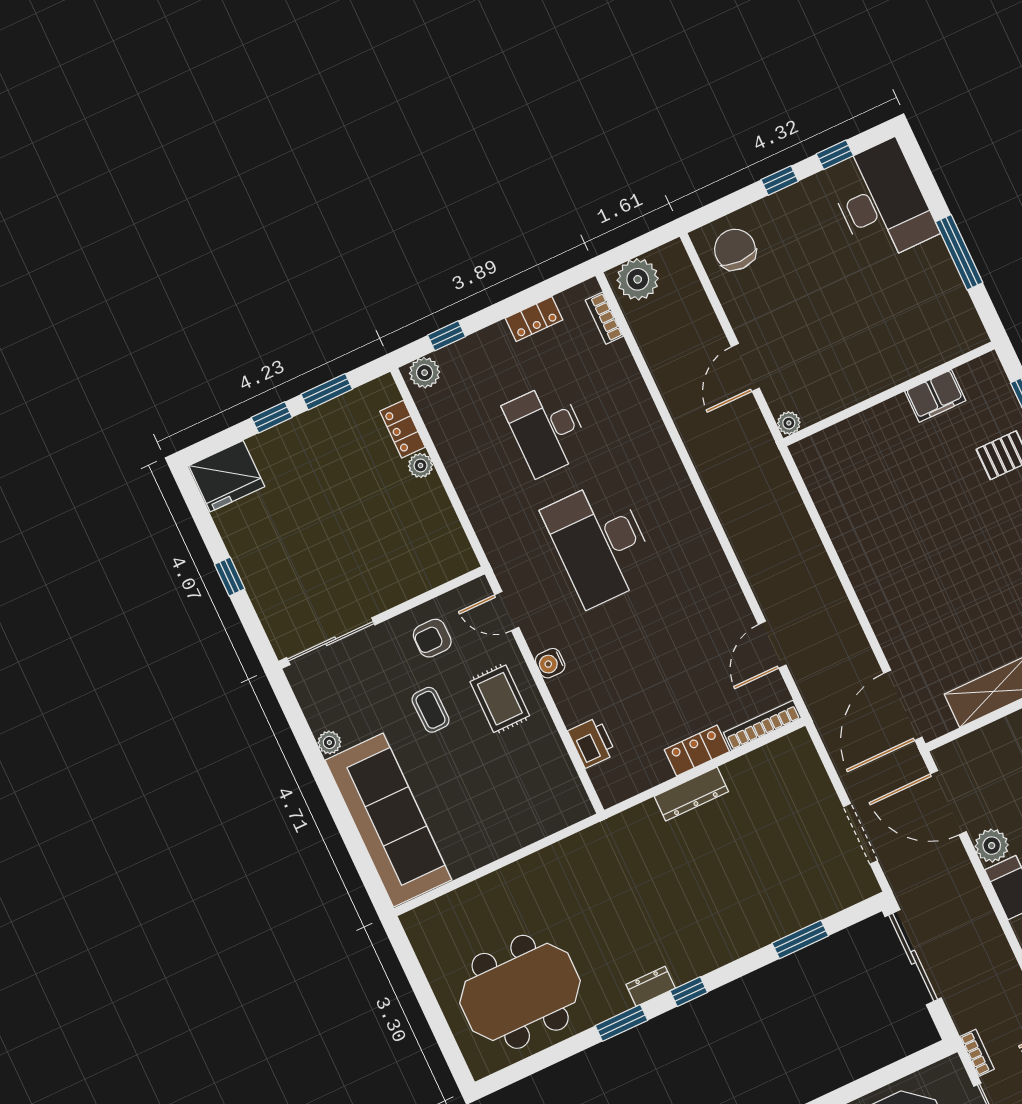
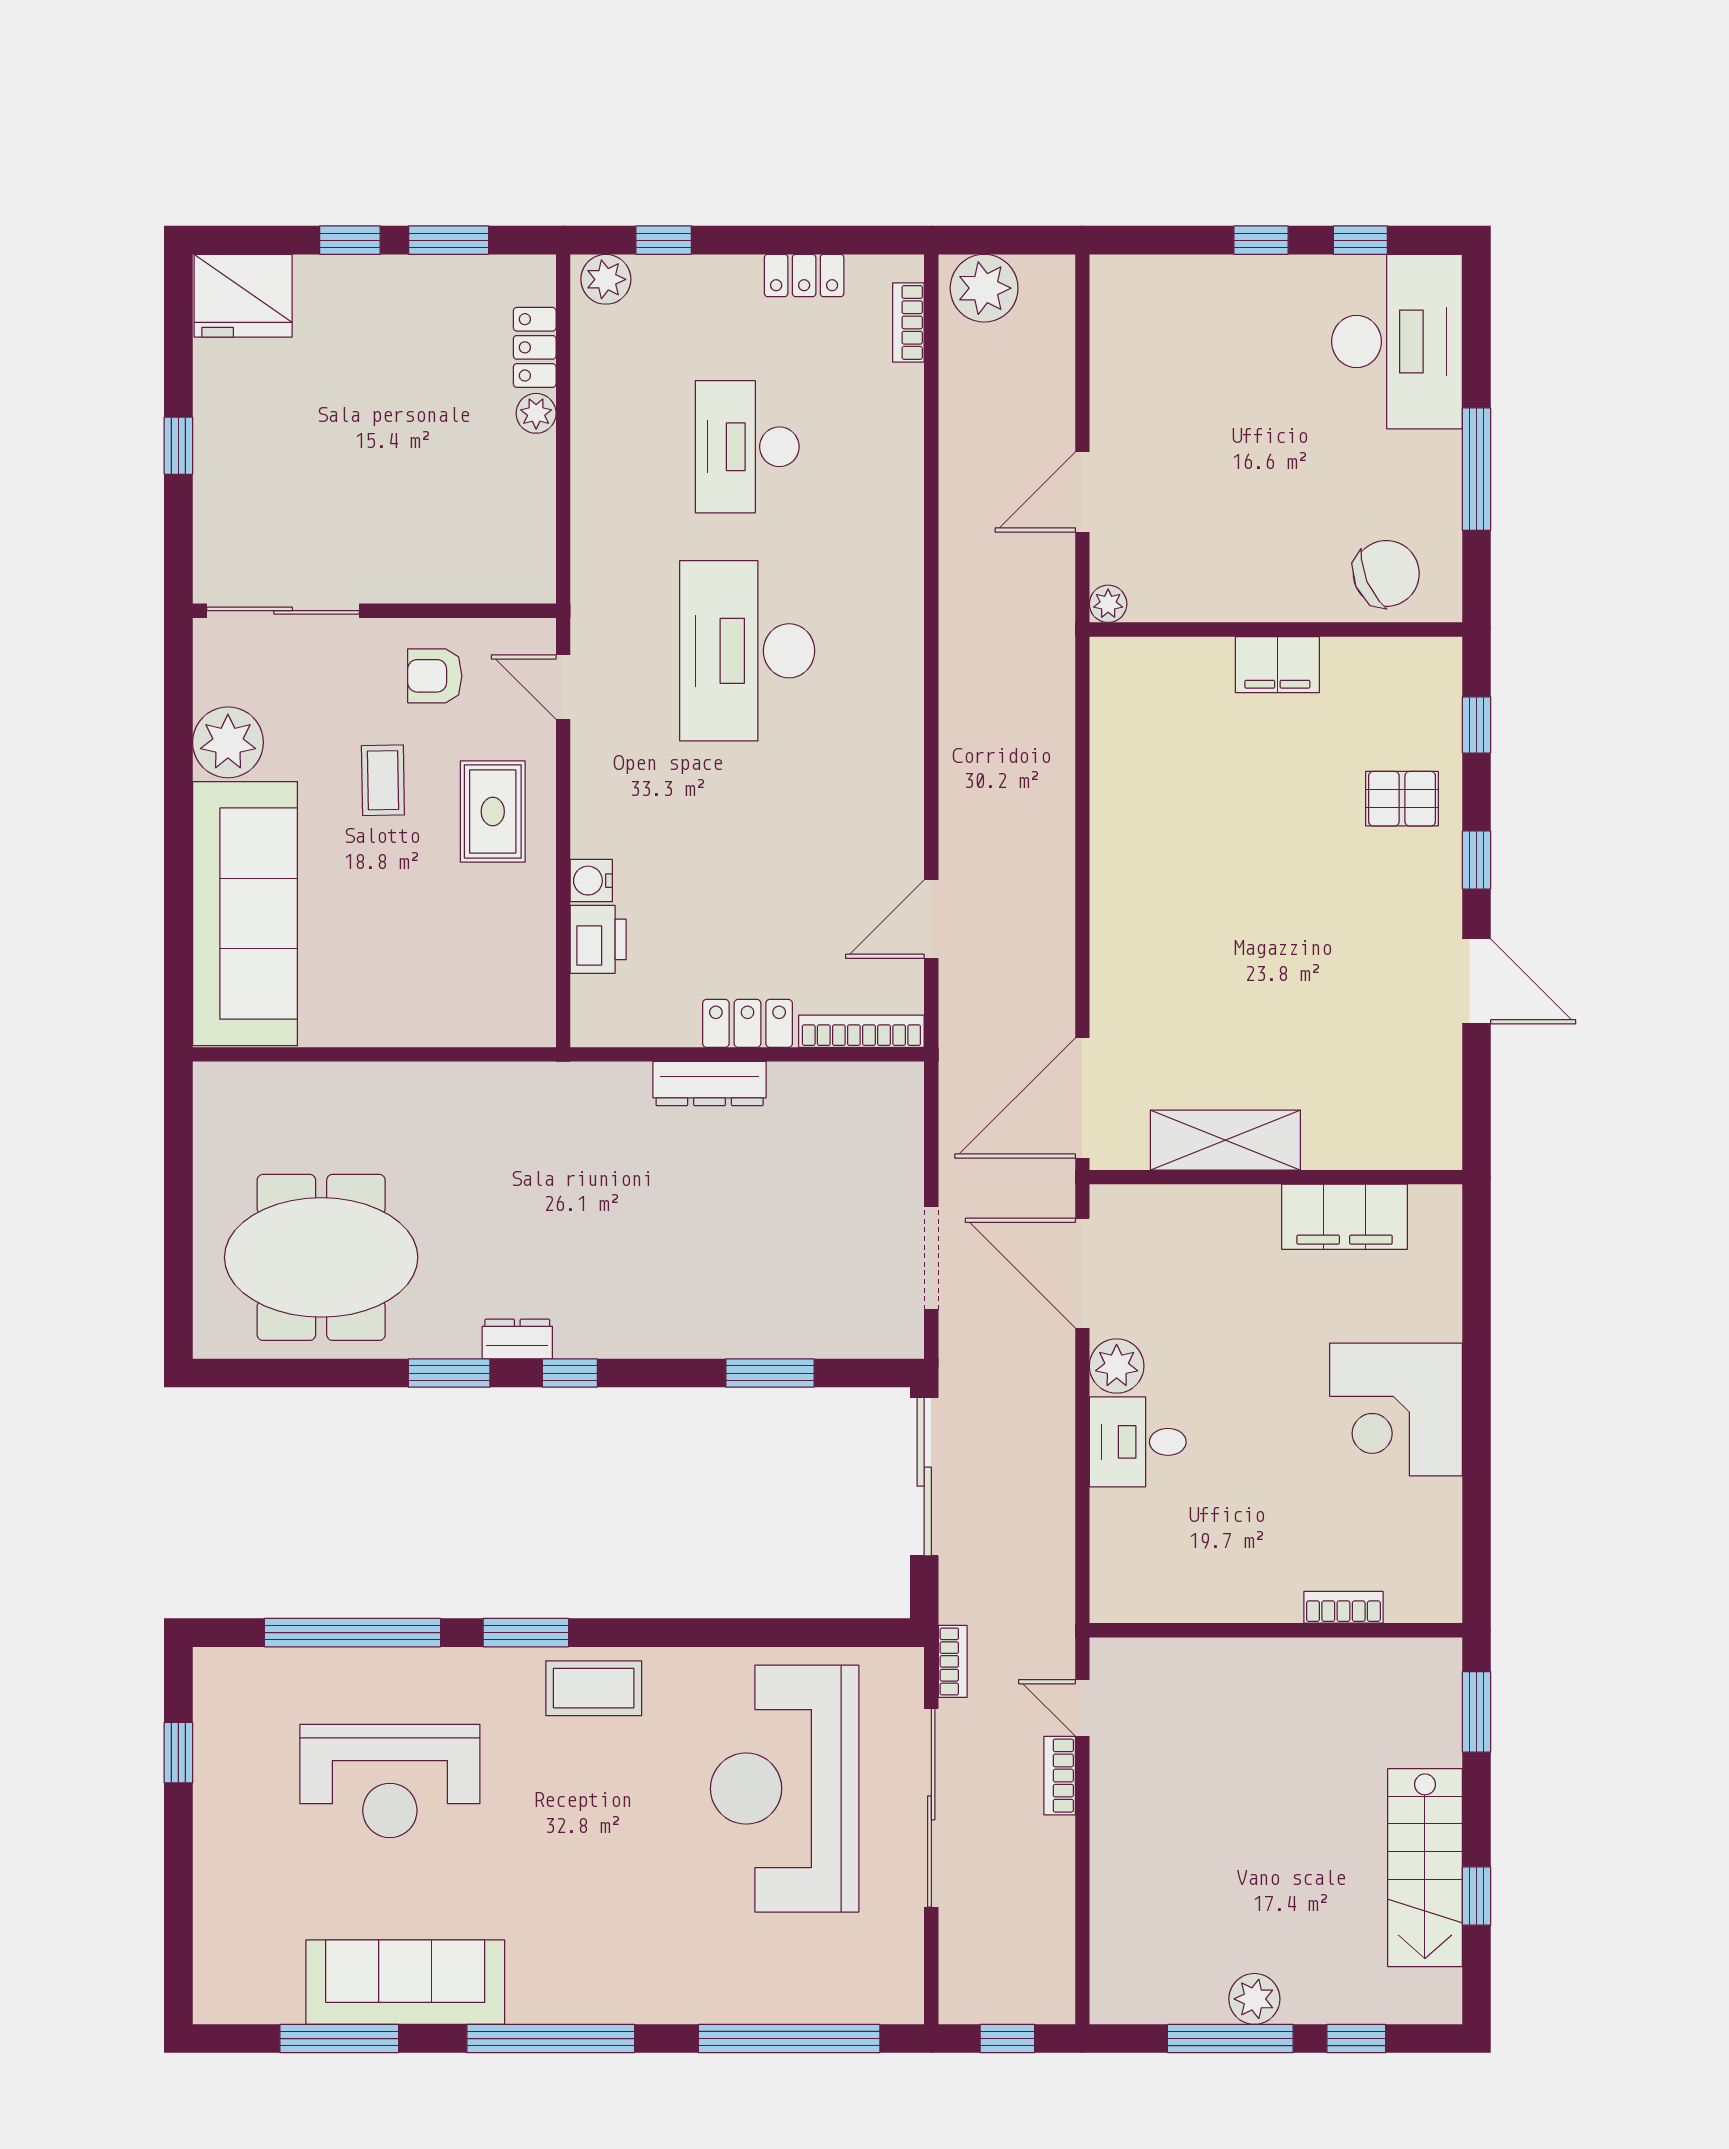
chair: (735, 250) -> (1386, 573), moved, turned 67
filing cabinet: (935, 396) -> (1277, 665), moved
water cooler: (550, 663) -> (591, 881), moved
plant: (329, 742) -> (228, 742), width x1.88, depth x1.88

